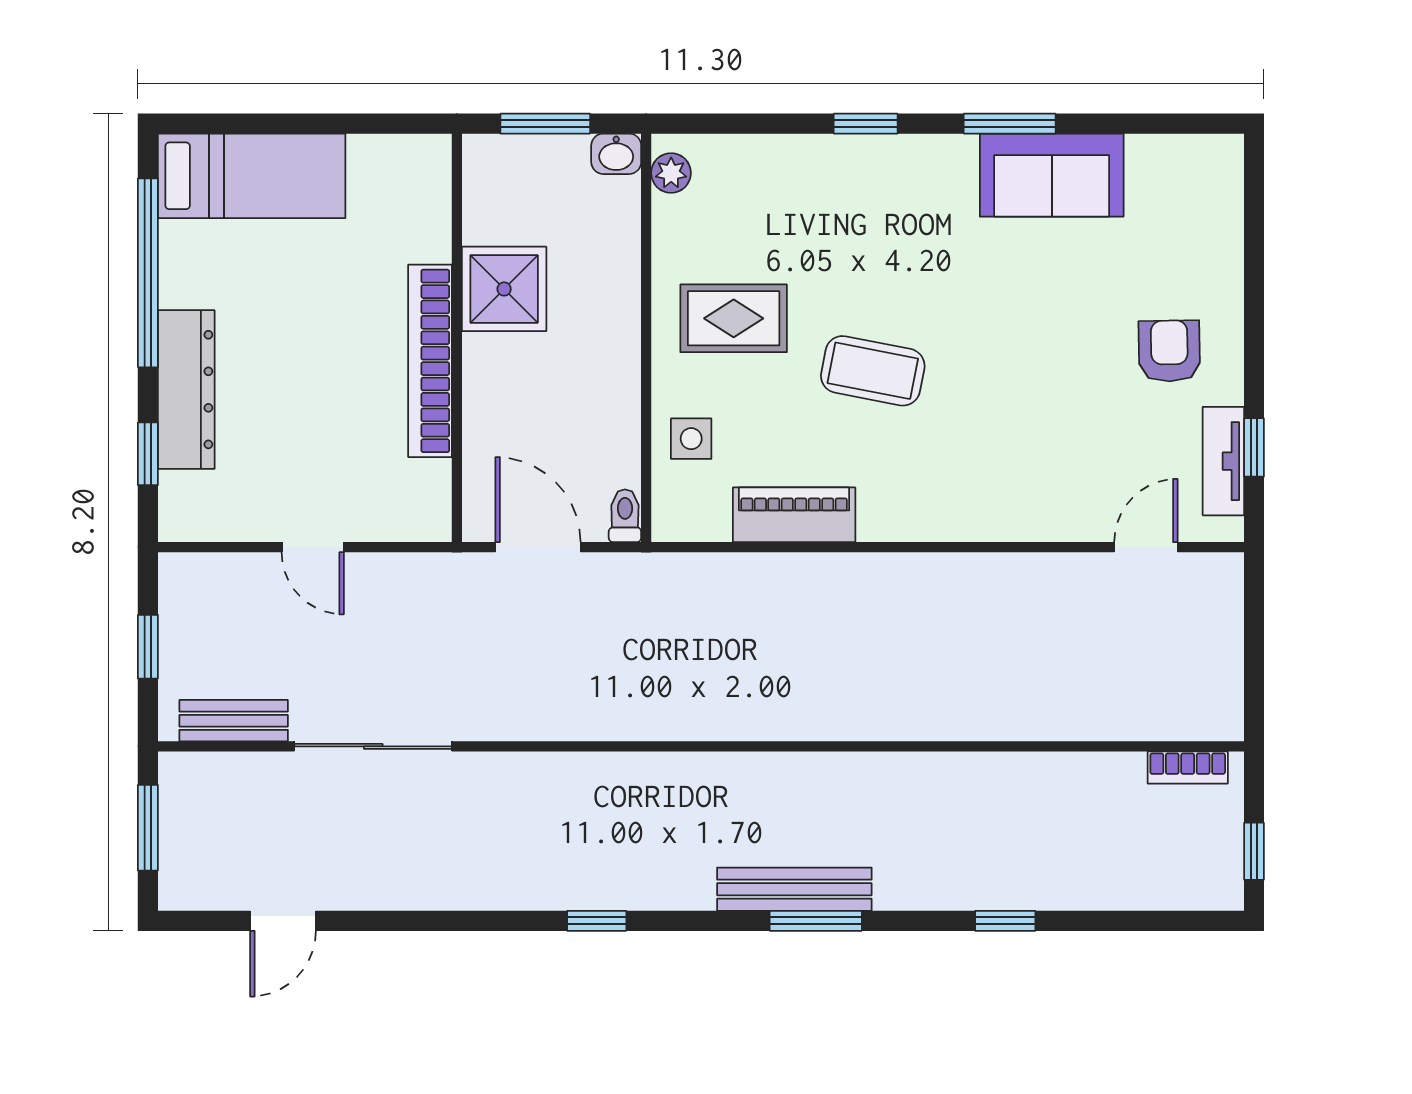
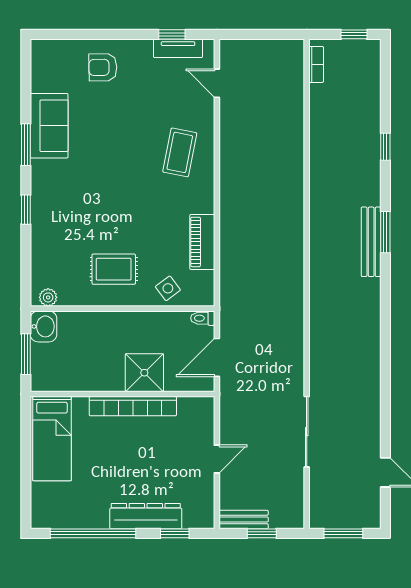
washbasin: (616, 154) -> (44, 326), width x1.38, depth x1.45
bed: (252, 176) -> (52, 439), moved, turned 180
shower: (504, 289) -> (144, 373), moved
rug: (734, 318) -> (114, 269), turned 90
armchair: (1169, 351) -> (103, 67), moved
coffee table: (873, 371) -> (180, 152), moved
side table: (691, 439) -> (168, 288), turned -37
bench: (234, 721) -> (244, 519), moved, turned 90
window: (597, 921) -> (385, 331), removed

